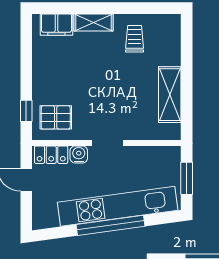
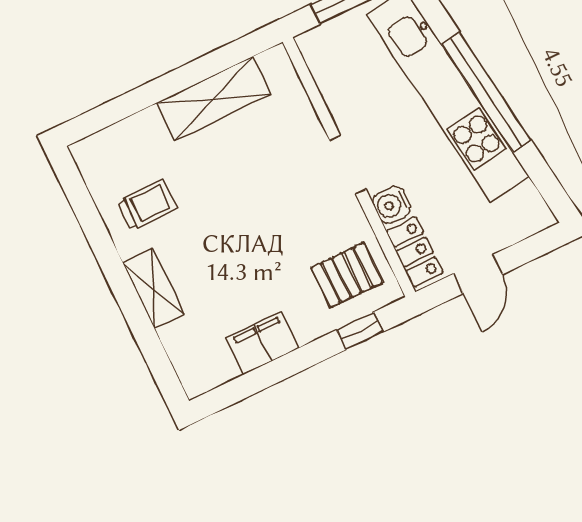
filing cabinet: (56, 25) -> (263, 343), moved, turned -90
trolley: (135, 39) -> (147, 205), turned 180
pallet: (56, 117) -> (347, 275), turned 90

